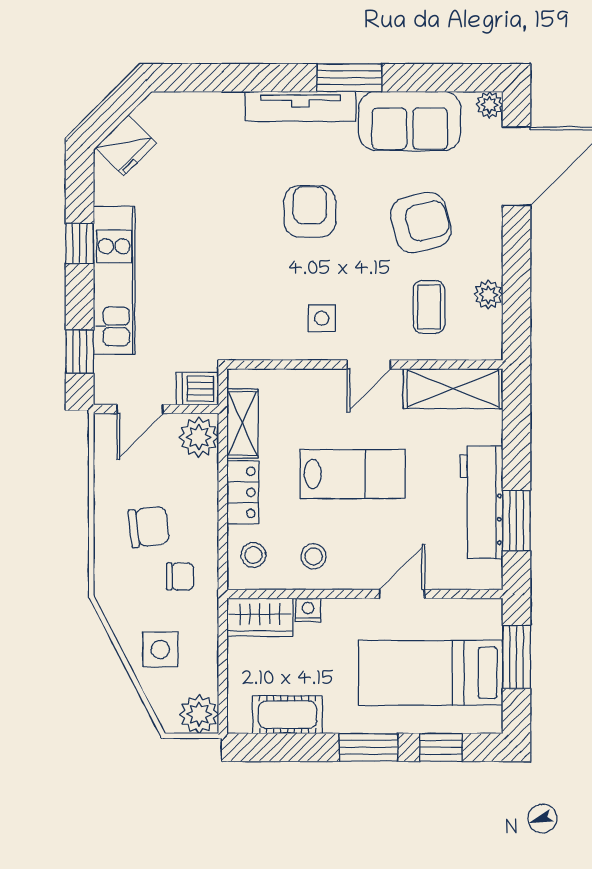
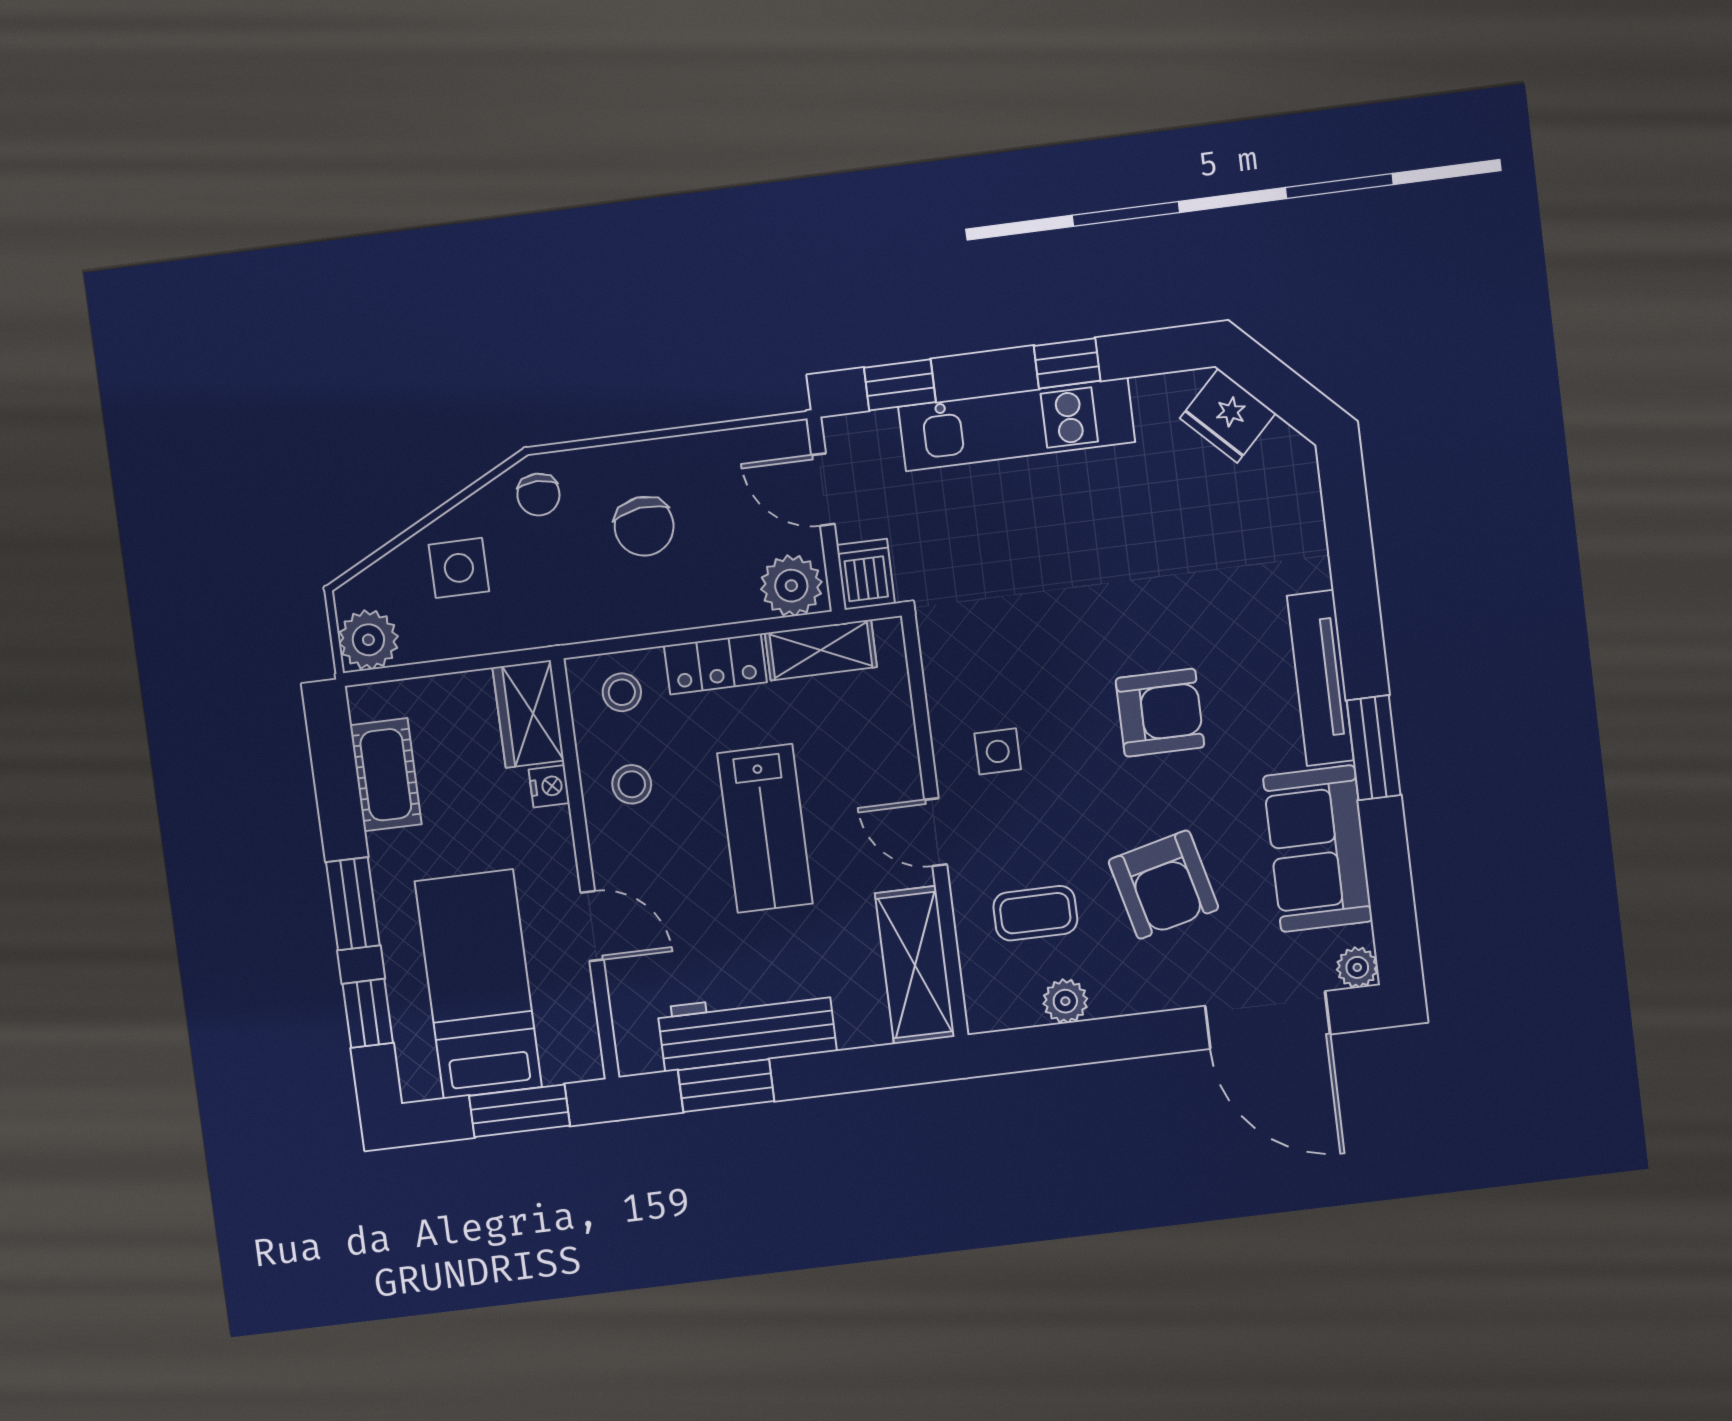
chair: (180, 576) -> (538, 495), moved

